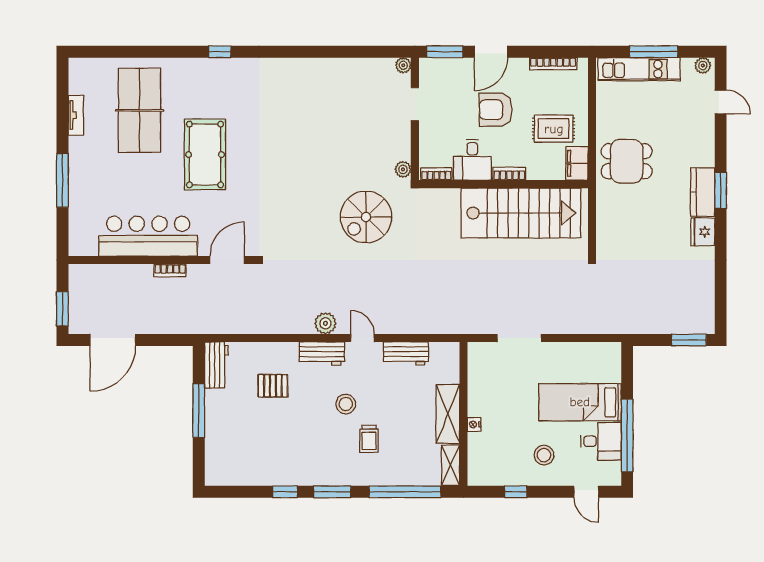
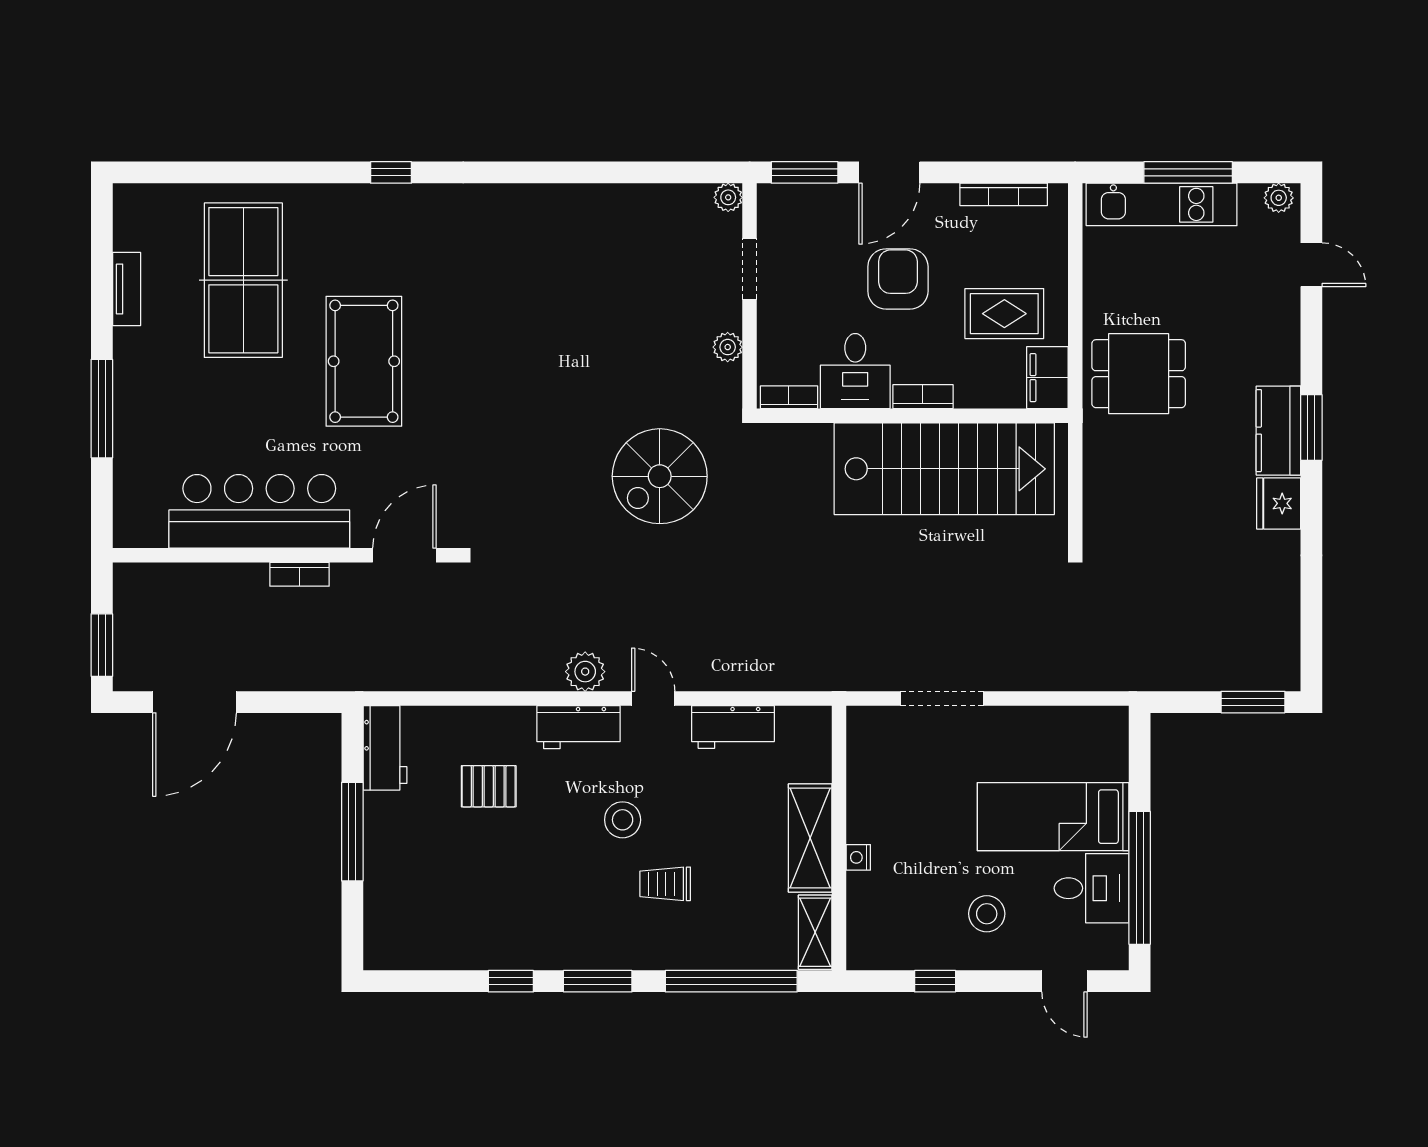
armchair: (496, 110) -> (898, 279), turned 90
plant: (403, 169) -> (728, 347), moved
trolley: (369, 439) -> (665, 884), turned 90

